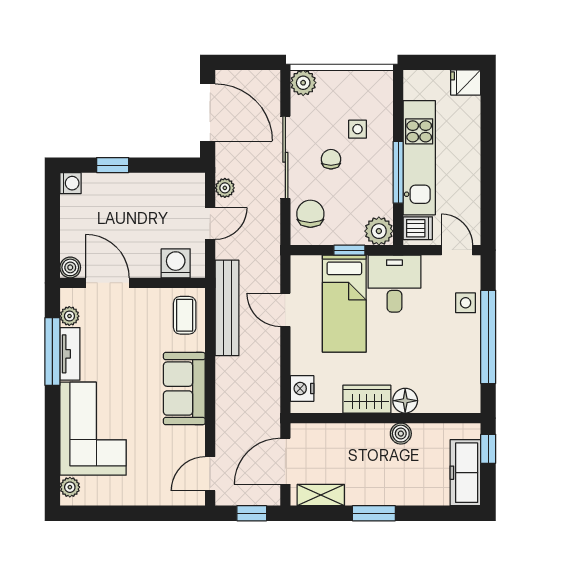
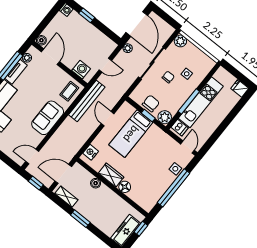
plant: (225, 188) -> (128, 48), moved
chair: (310, 214) -> (151, 103), moved
desk: (394, 284) -> (155, 141), removed
boiler: (401, 434) -> (96, 183), moved

